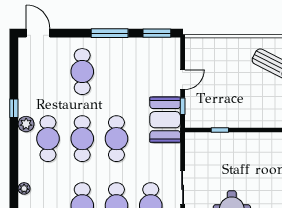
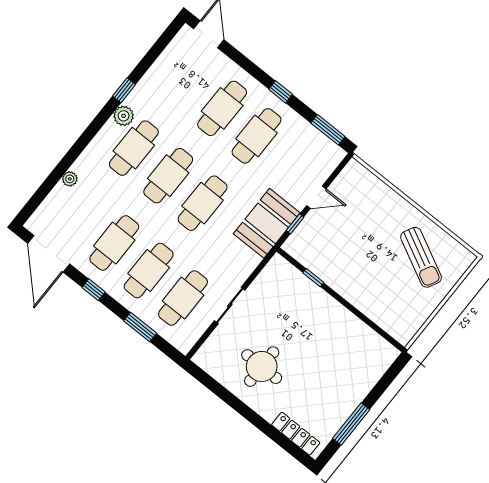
window: (110, 33) -> (281, 92), width x0.46
cafe table: (116, 72) -> (257, 136), added

